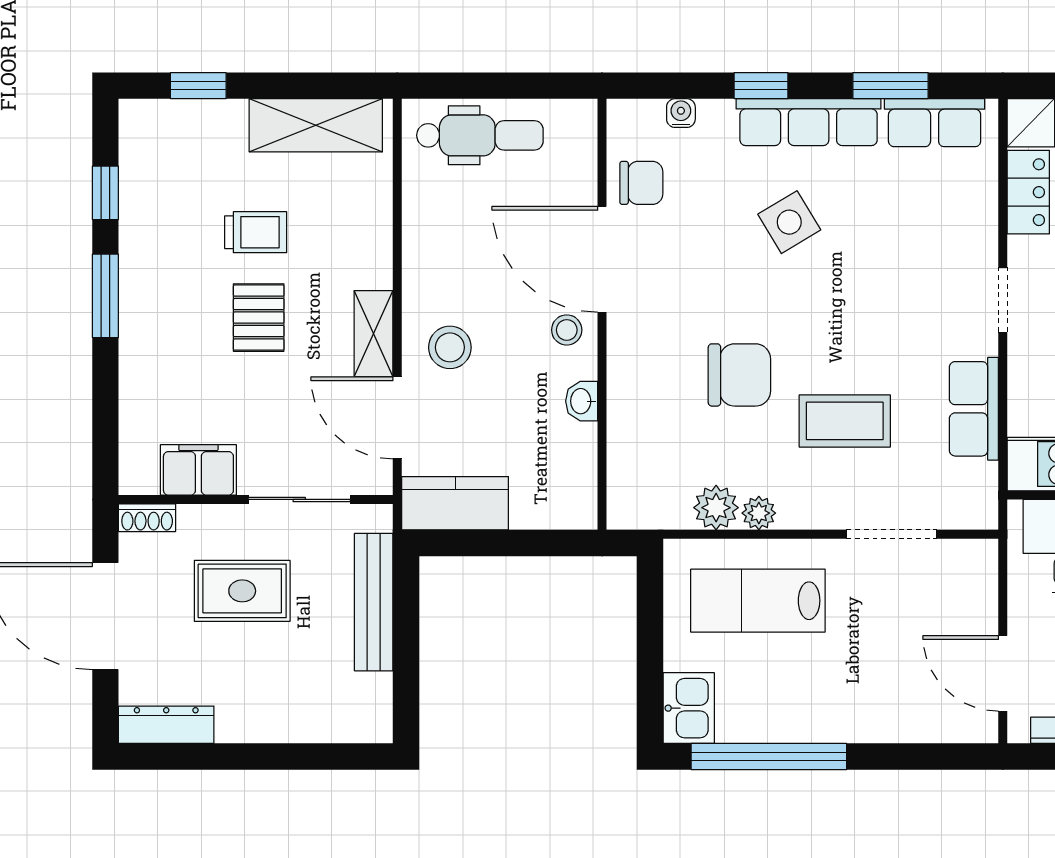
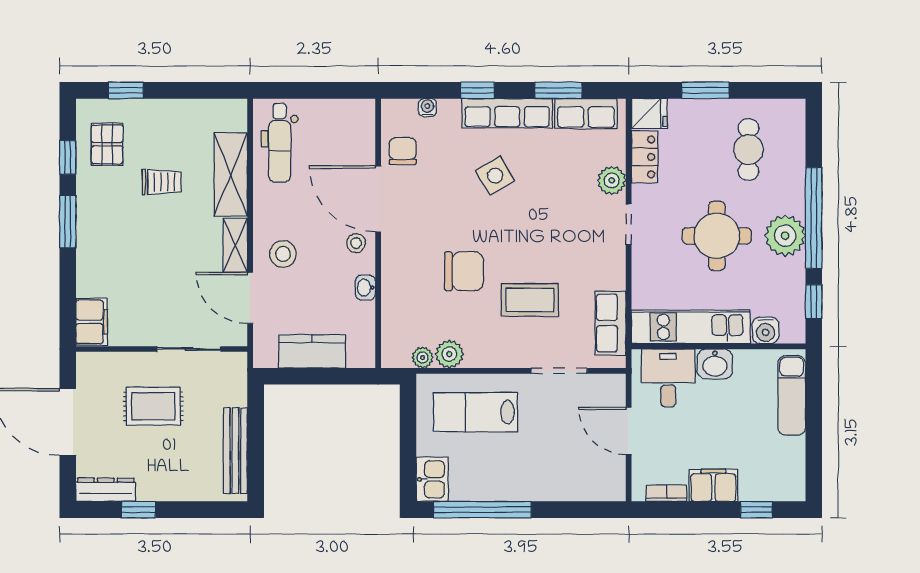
shelving: (316, 125) -> (231, 175), moved, turned 90
dental chair: (480, 135) -> (280, 143), moved, turned 90
chair: (641, 183) -> (403, 151), turned -90
plant: (976, 230) -> (612, 180), added
pallet: (259, 318) -> (107, 144), moved
row of seats: (974, 409) -> (611, 323), moved
filing cabinet: (198, 470) -> (92, 322), moved, turned 90
kitchen counter: (455, 503) -> (312, 351), moved
plant: (759, 513) -> (423, 357), moved
shoe rack: (147, 518) -> (94, 360), removed
bench: (374, 602) -> (235, 451), moved
door: (1003, 673) -> (629, 431), moved
window: (218, 757) -> (138, 510), added

